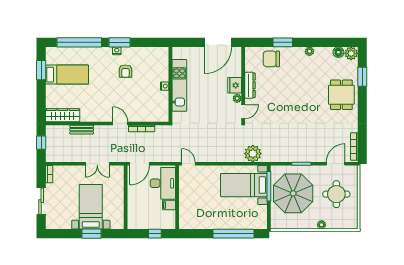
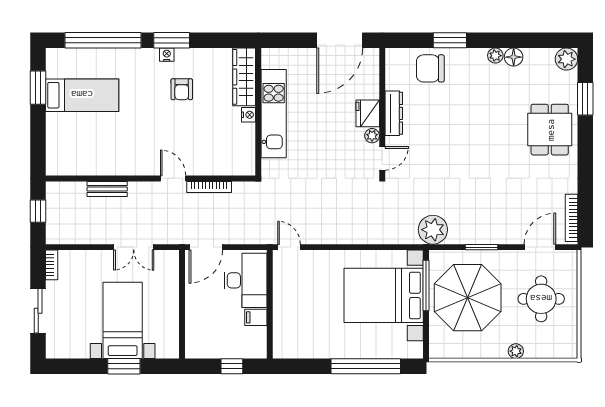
floor lamp: (338, 52) -> (514, 57), moved
wardrobe: (63, 115) -> (244, 77), moved, turned -90
plant: (253, 154) -> (433, 230), moved
bed with nightstands: (244, 185) -> (384, 295), width x1.36

